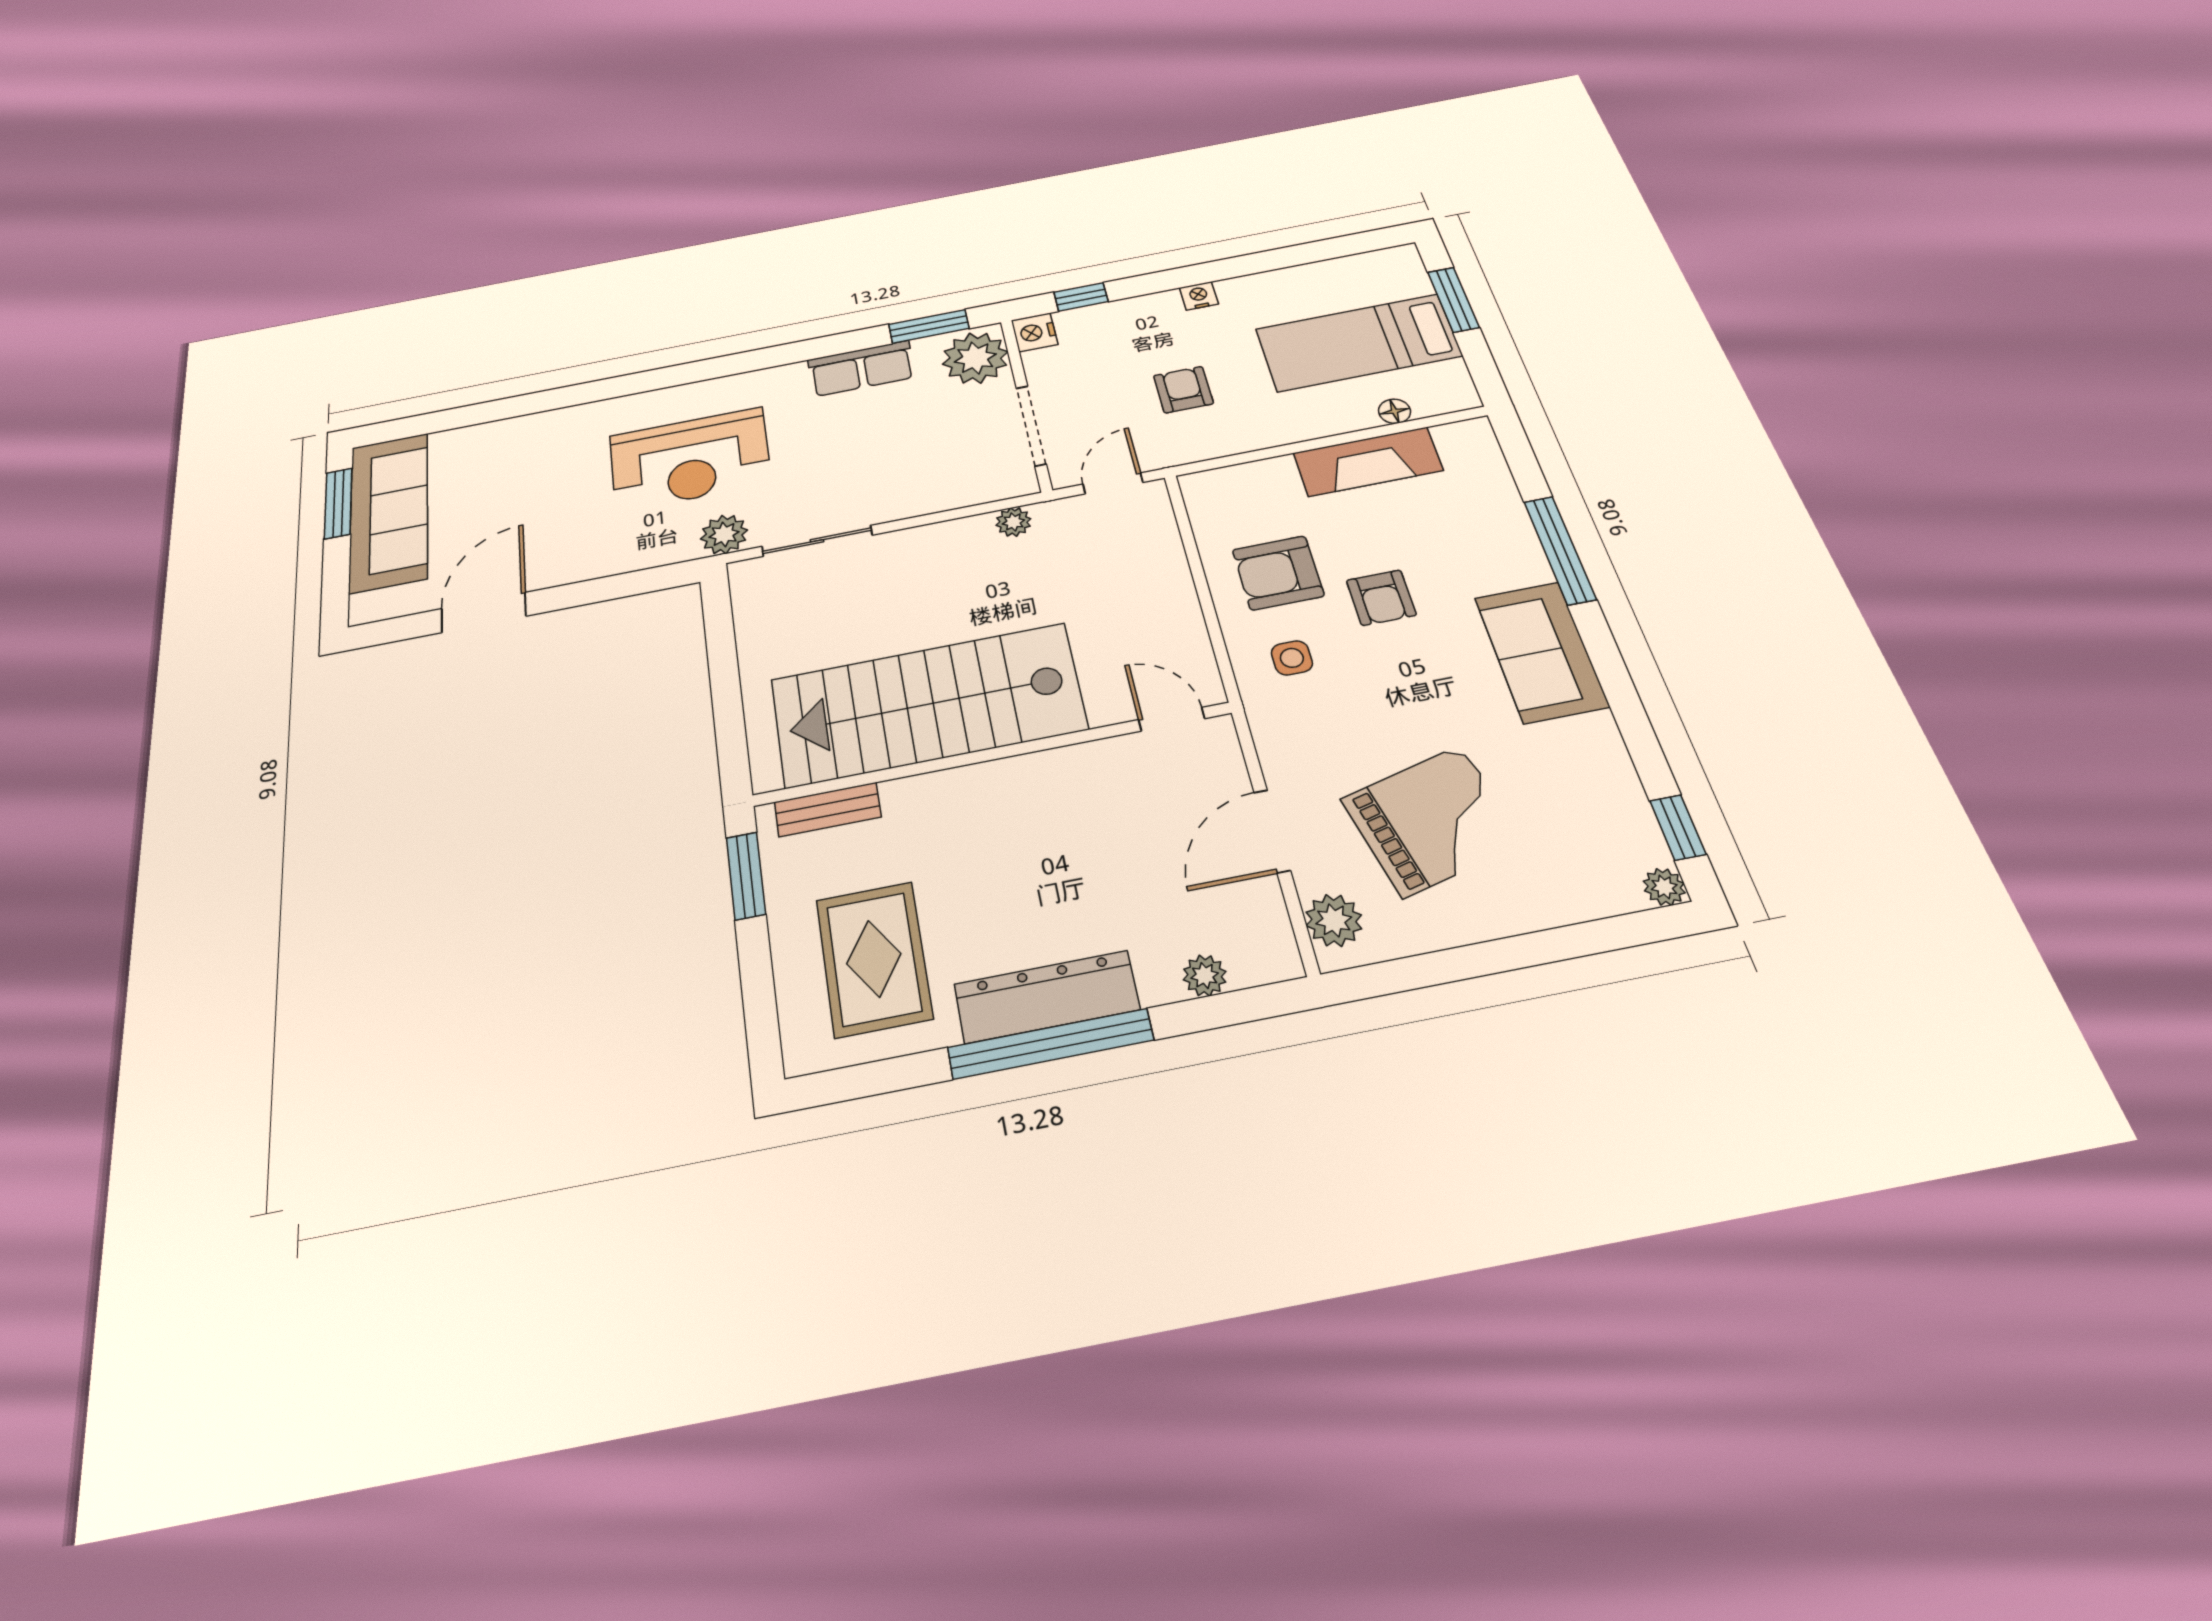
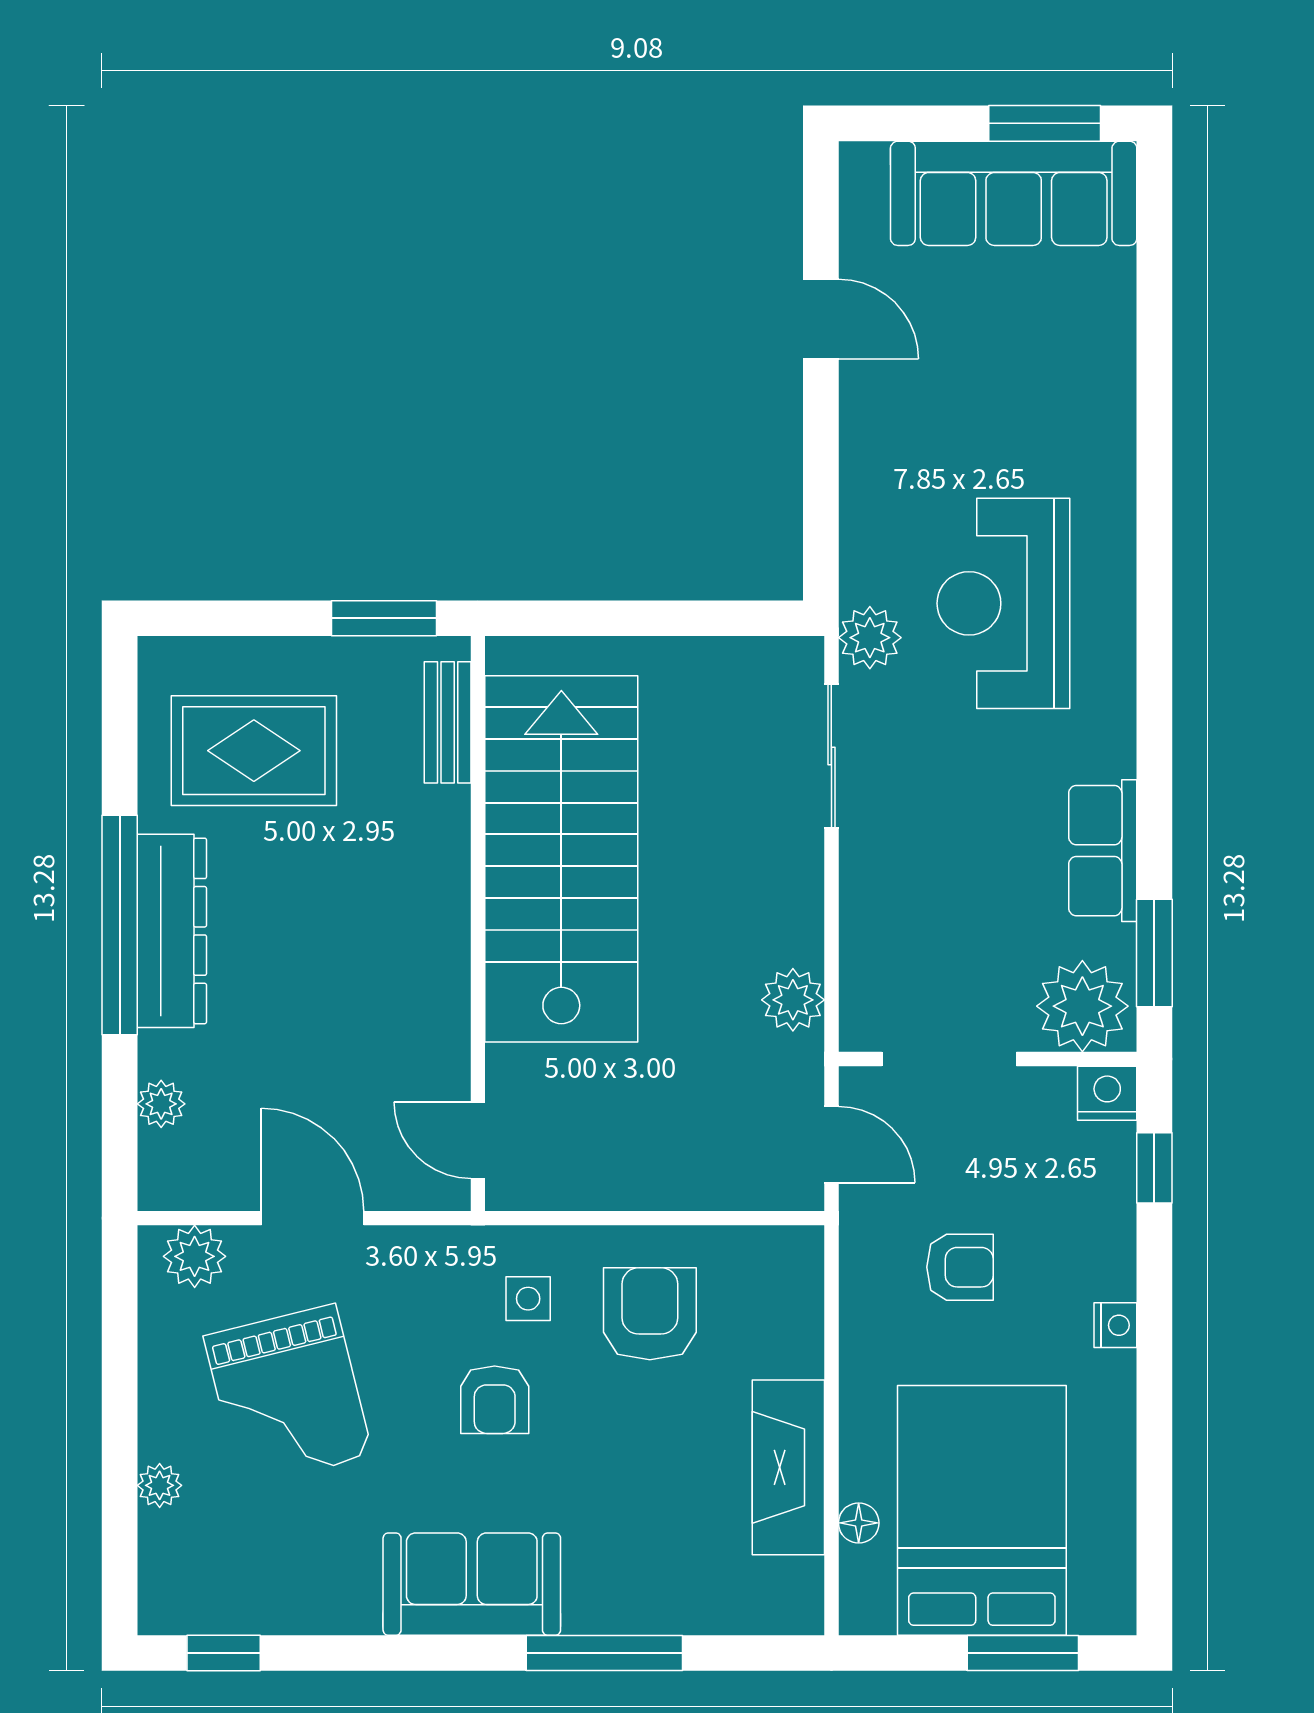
bed: (1358, 343) -> (982, 1510), width x1.50
plant: (1013, 522) -> (793, 1000), width x1.38, depth x1.38
armchair: (1381, 598) -> (495, 1400), moved, turned -90
door: (484, 612) -> (821, 319), width x0.73
door: (1172, 719) -> (478, 1140), swing flipped
plant: (1664, 887) -> (160, 1485), moved

